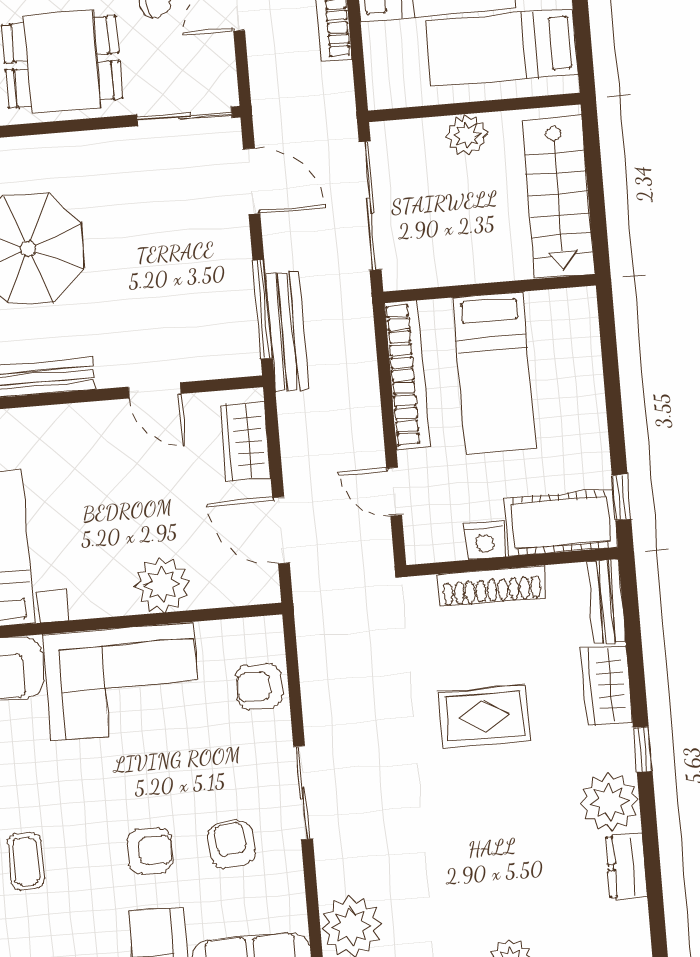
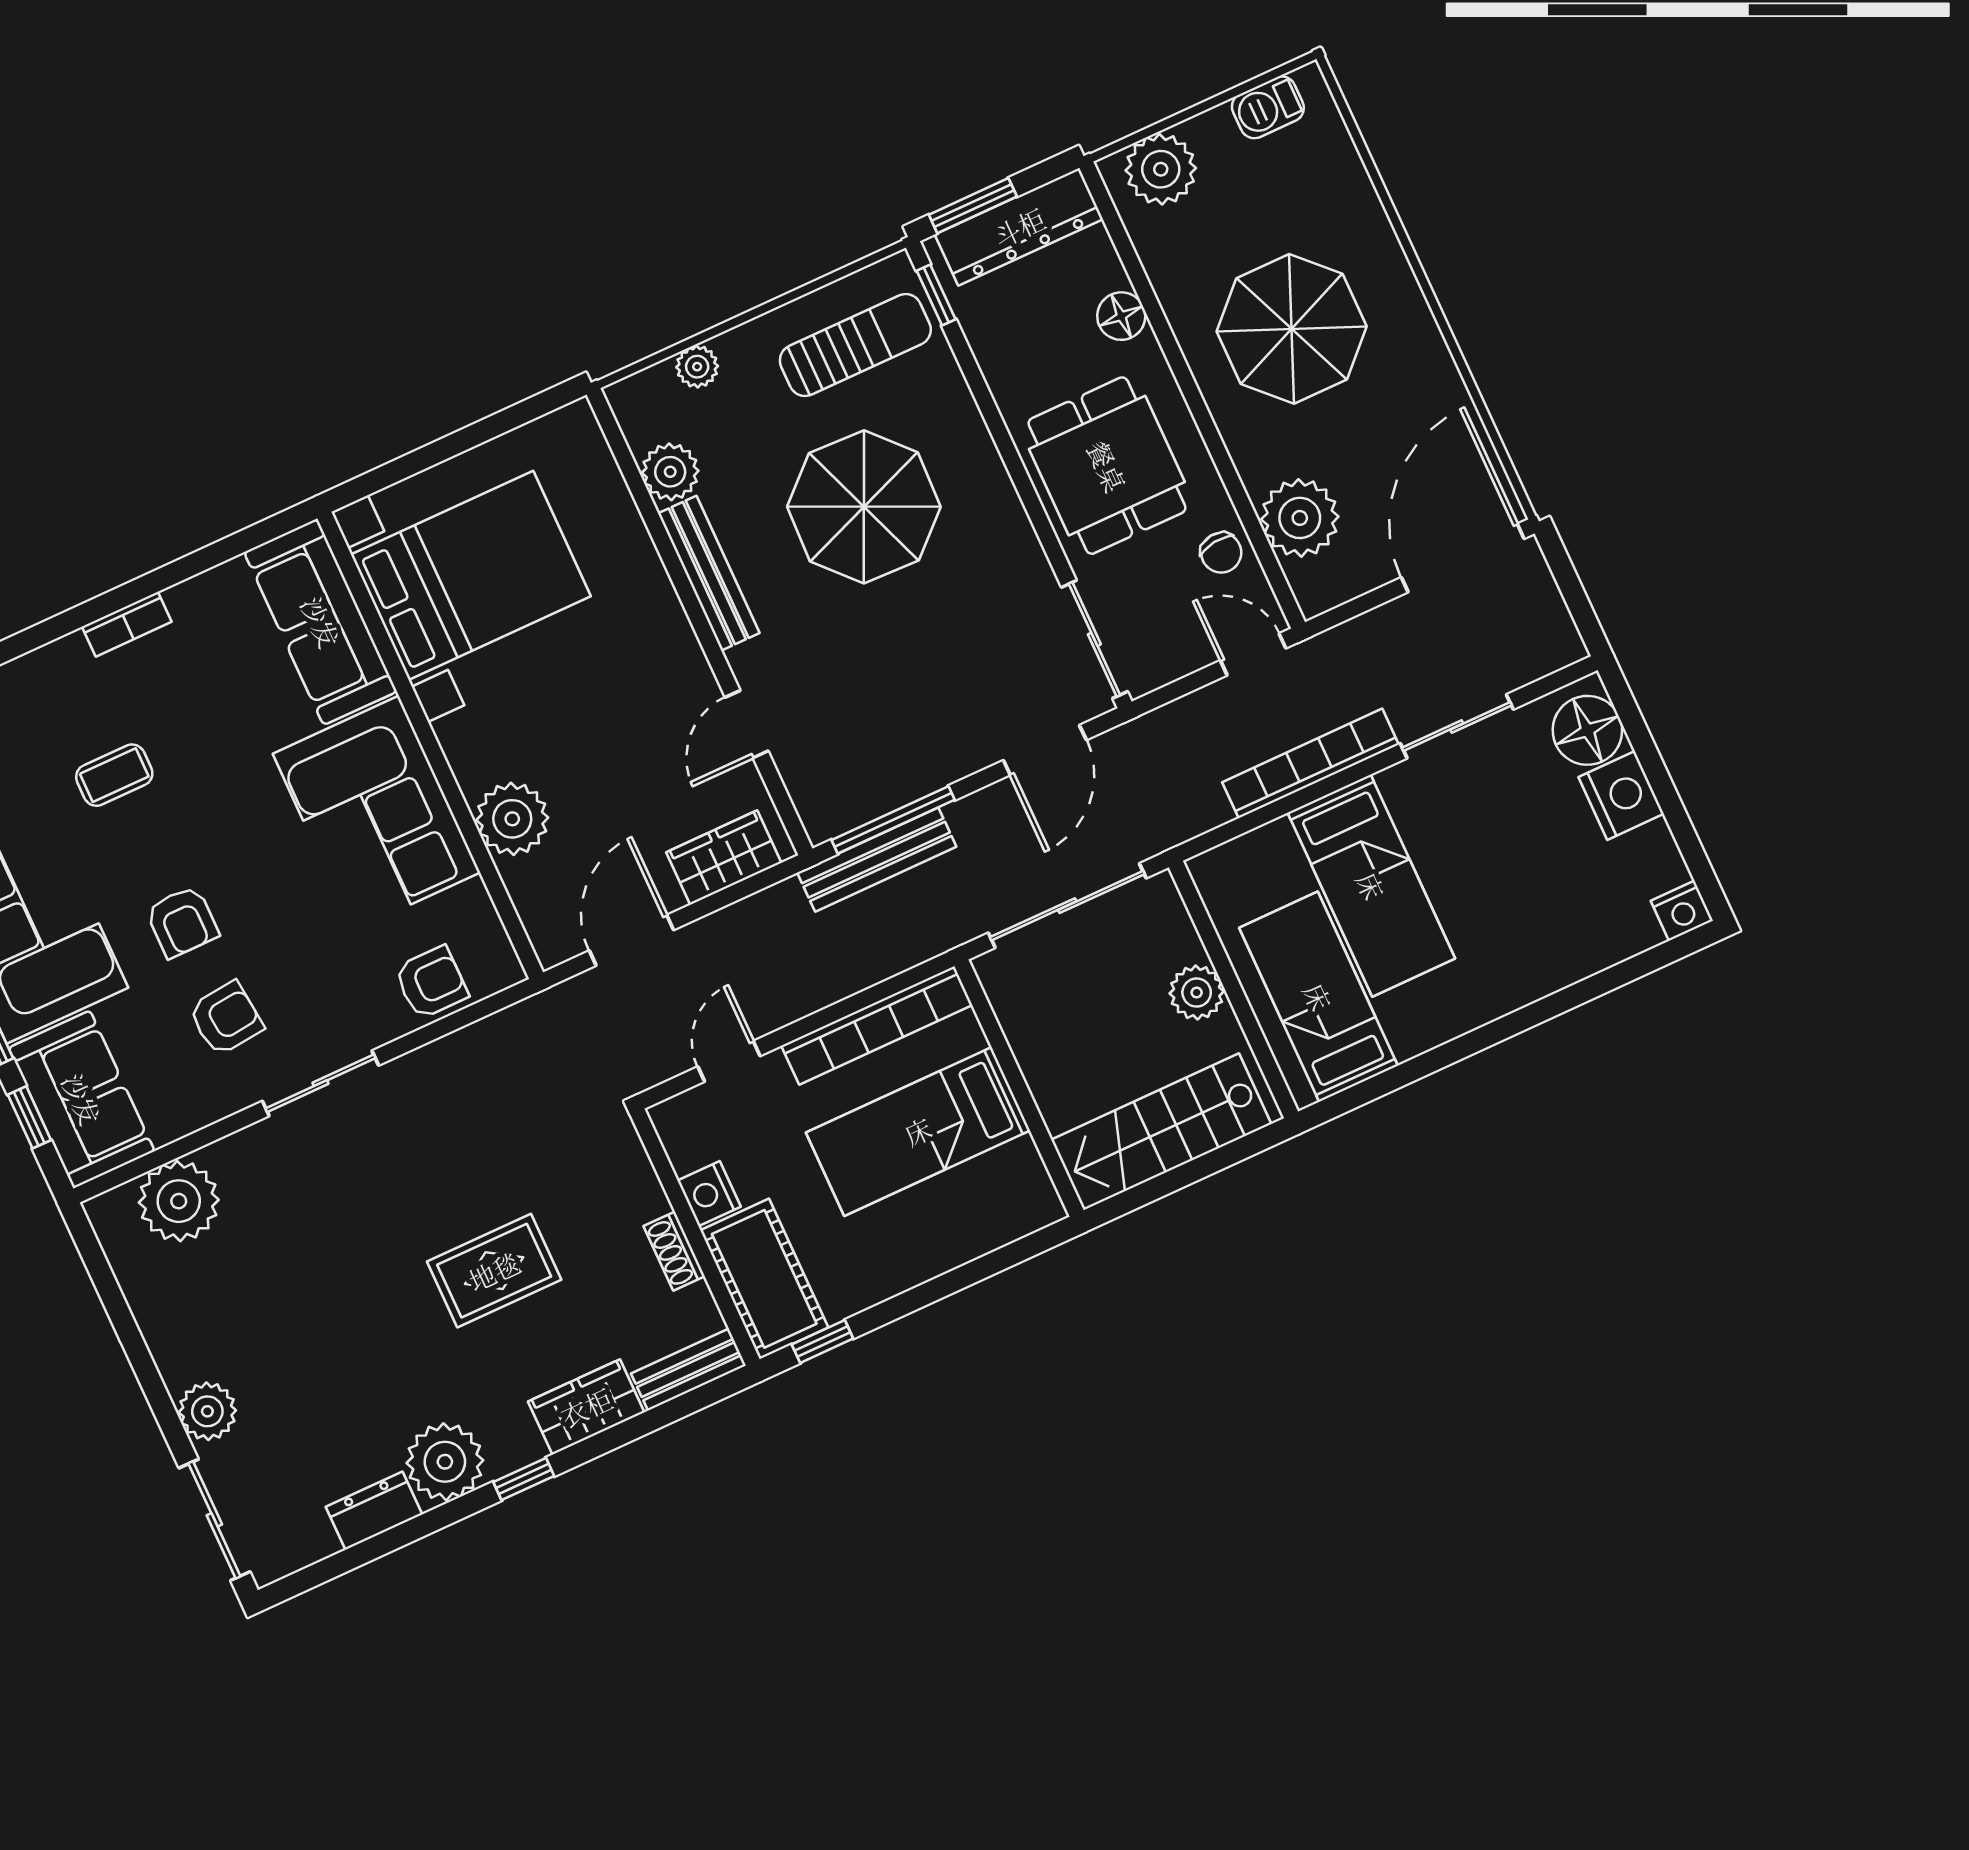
shoe rack: (492, 586) -> (674, 1251), width x0.51, depth x0.81
armchair: (259, 686) -> (431, 982), turned 90
rug: (484, 716) -> (494, 1271), turned 90

